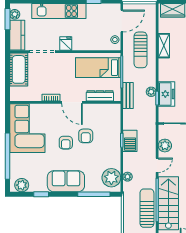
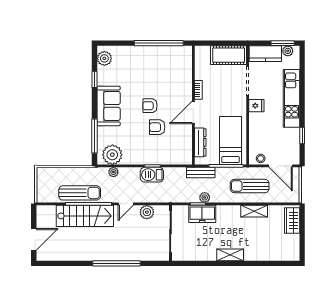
corner sofa: (27, 128) -> (166, 64), removed
window: (7, 156) -> (159, 43), moved
door: (157, 165) -> (126, 204), hinge flipped

